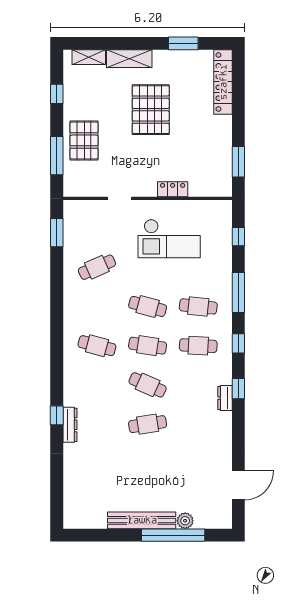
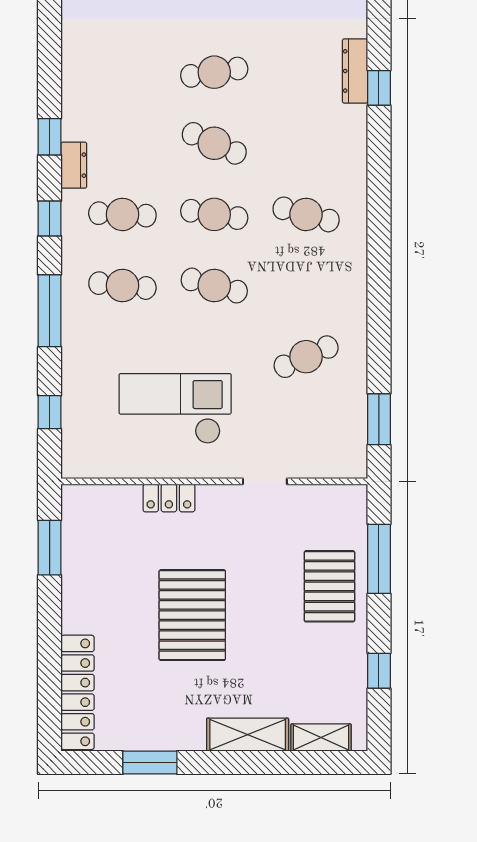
pallet: (151, 110) -> (192, 615), moved
dresser: (225, 398) -> (74, 165), moved

